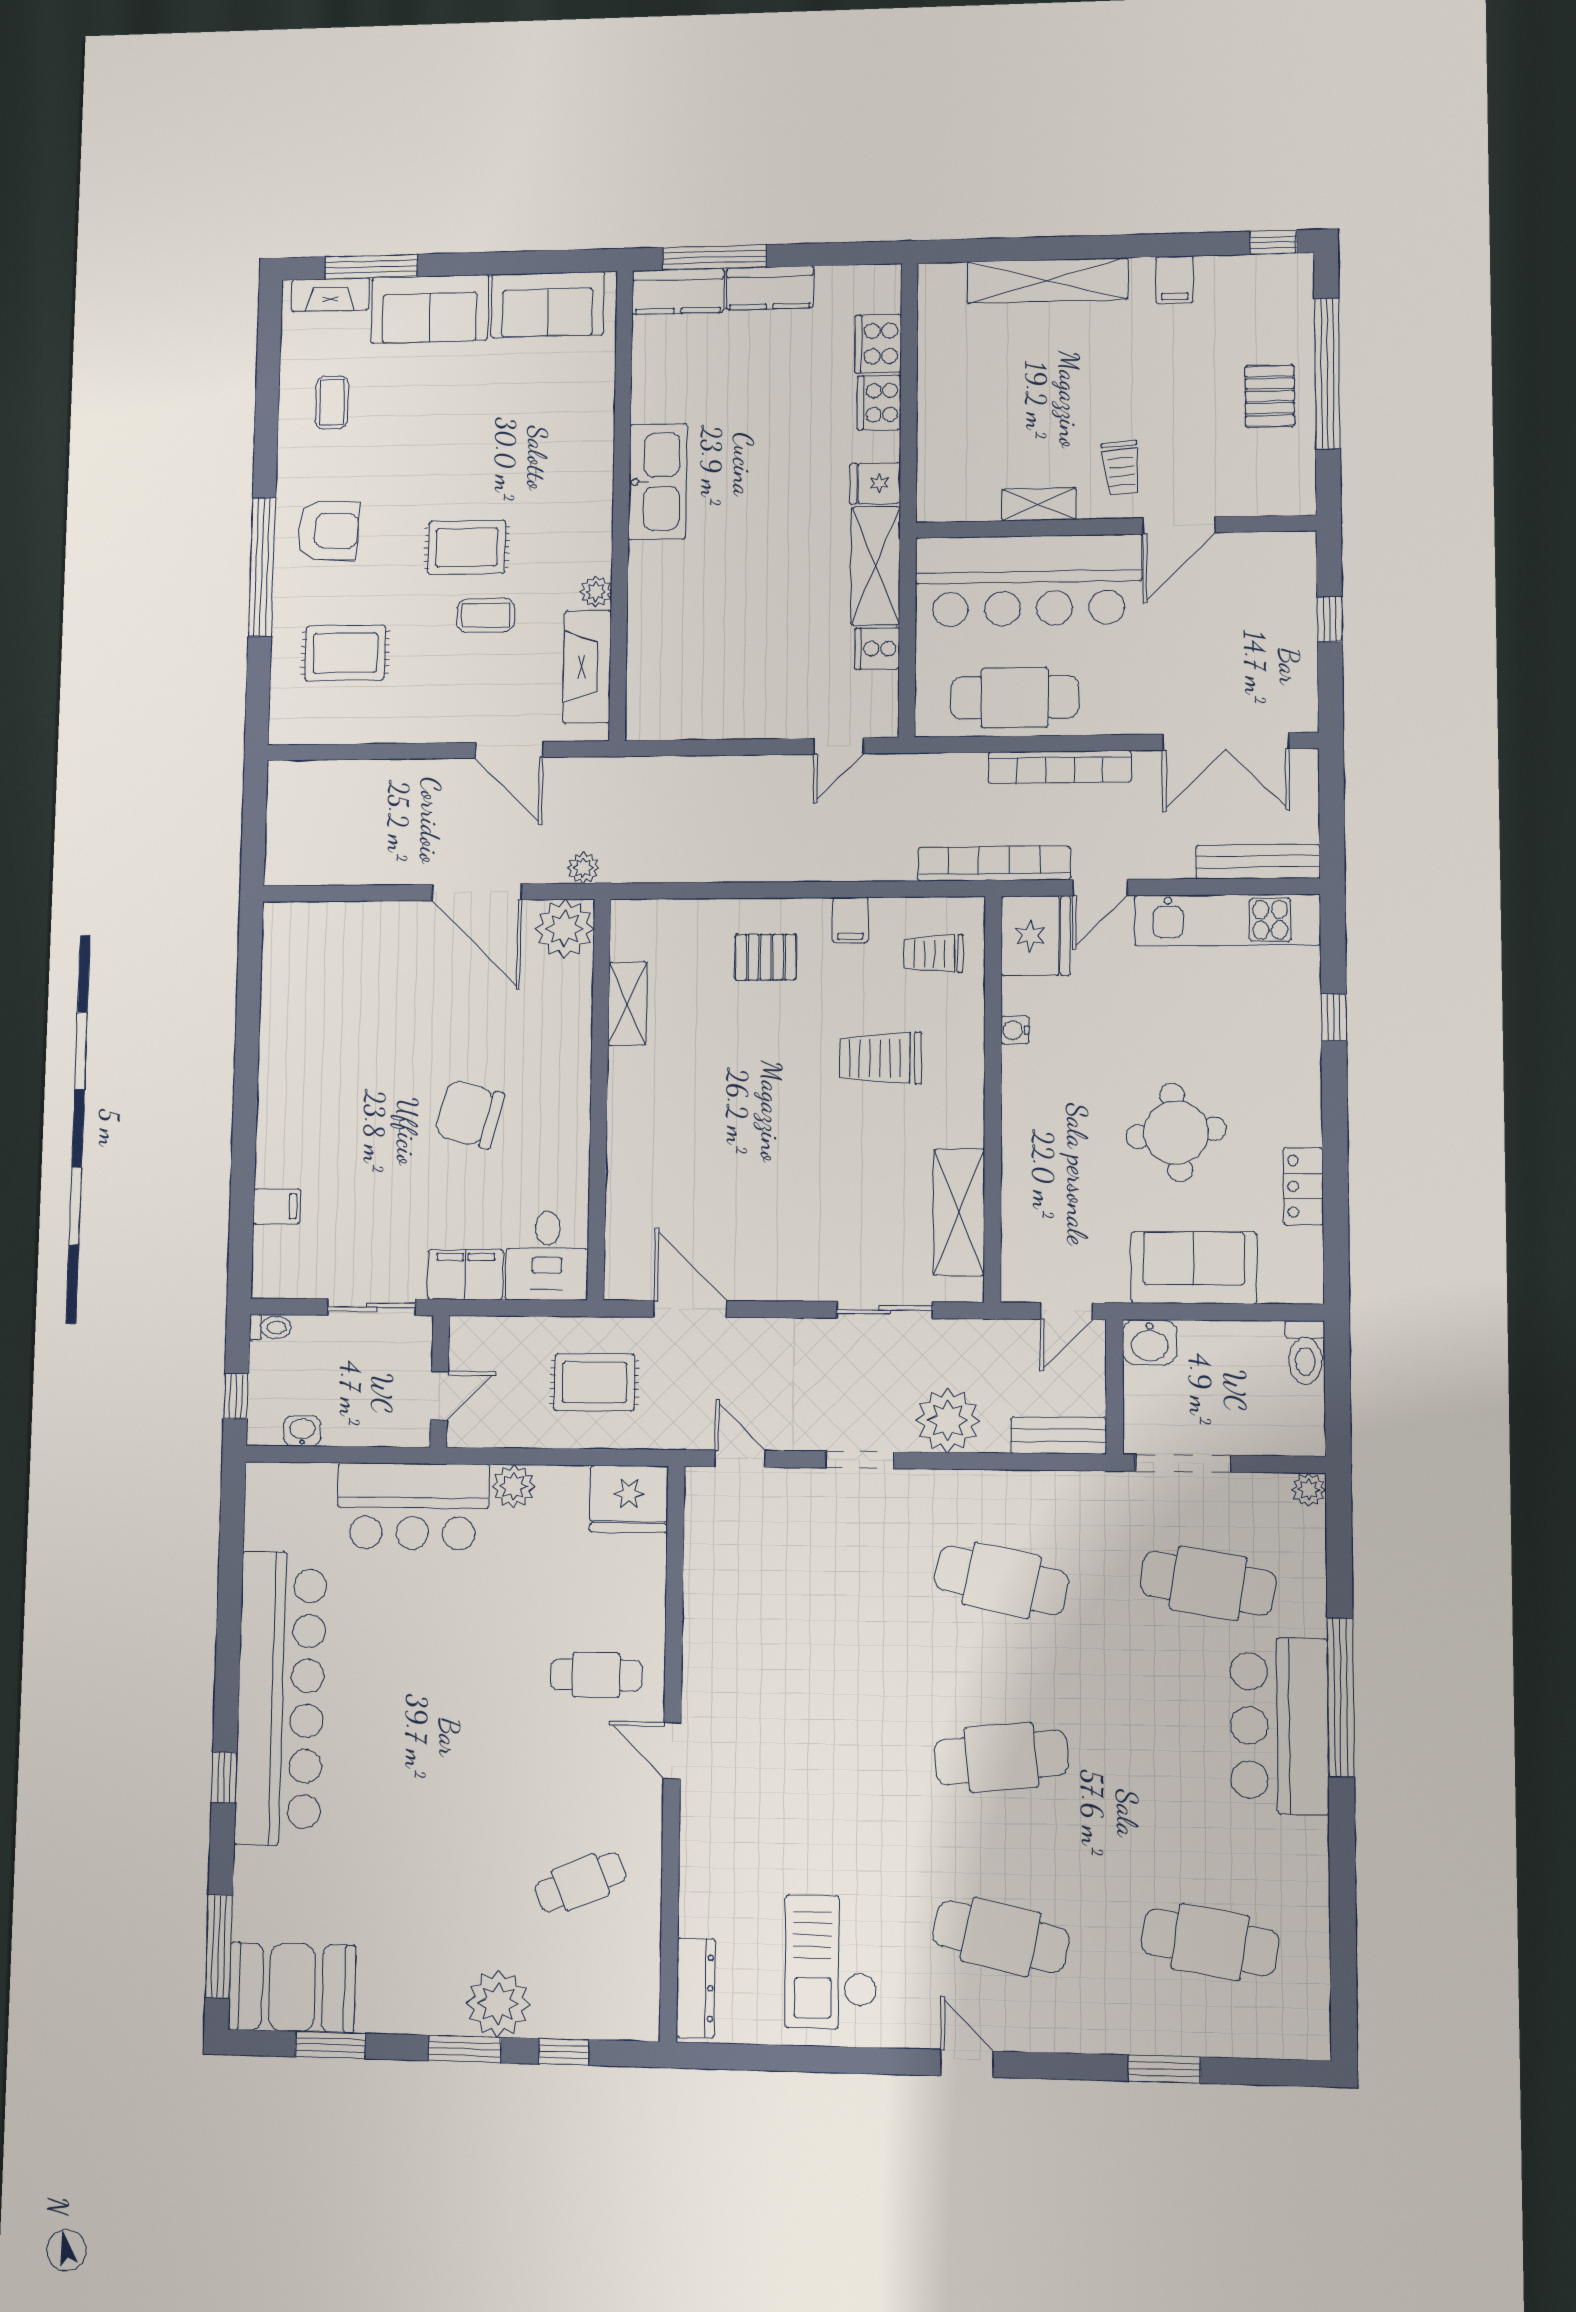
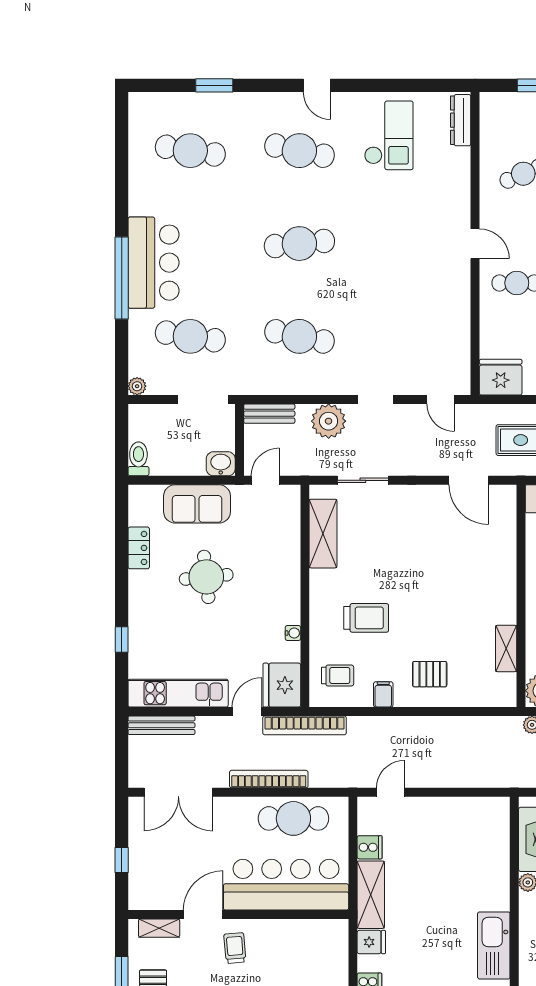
shelving: (1039, 504) -> (159, 928), moved
double door: (1226, 741) -> (178, 792), swing flipped

